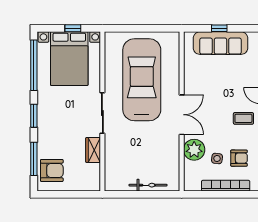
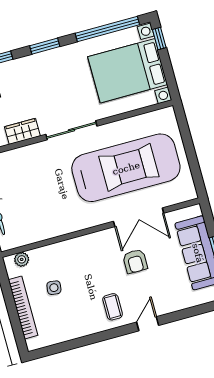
window: (73, 28) -> (159, 39), moved
double door: (182, 115) -> (139, 217), moved
plant: (194, 150) -> (22, 259), moved, width x0.53, depth x0.53
armchair: (239, 158) -> (135, 261), moved

